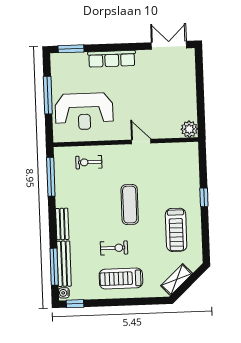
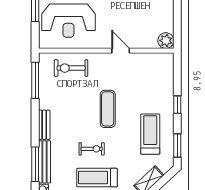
exercise bike: (89, 162) -> (71, 68), width x1.38, depth x1.39
treadmill: (176, 230) -> (150, 134), turned 180
window: (206, 241) -> (177, 145), added

